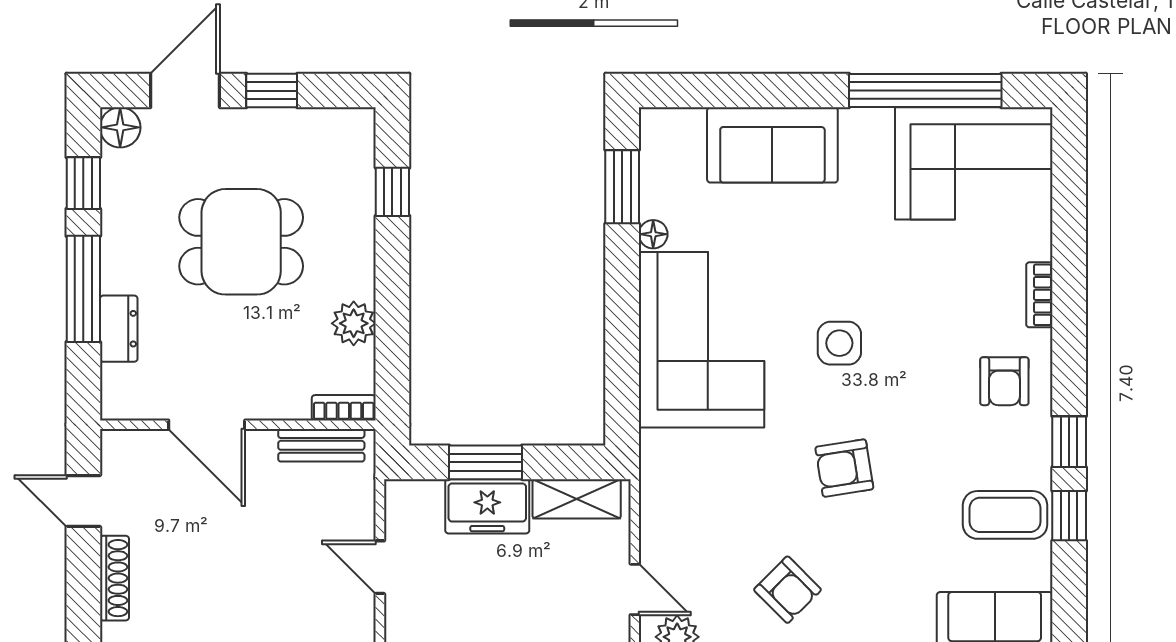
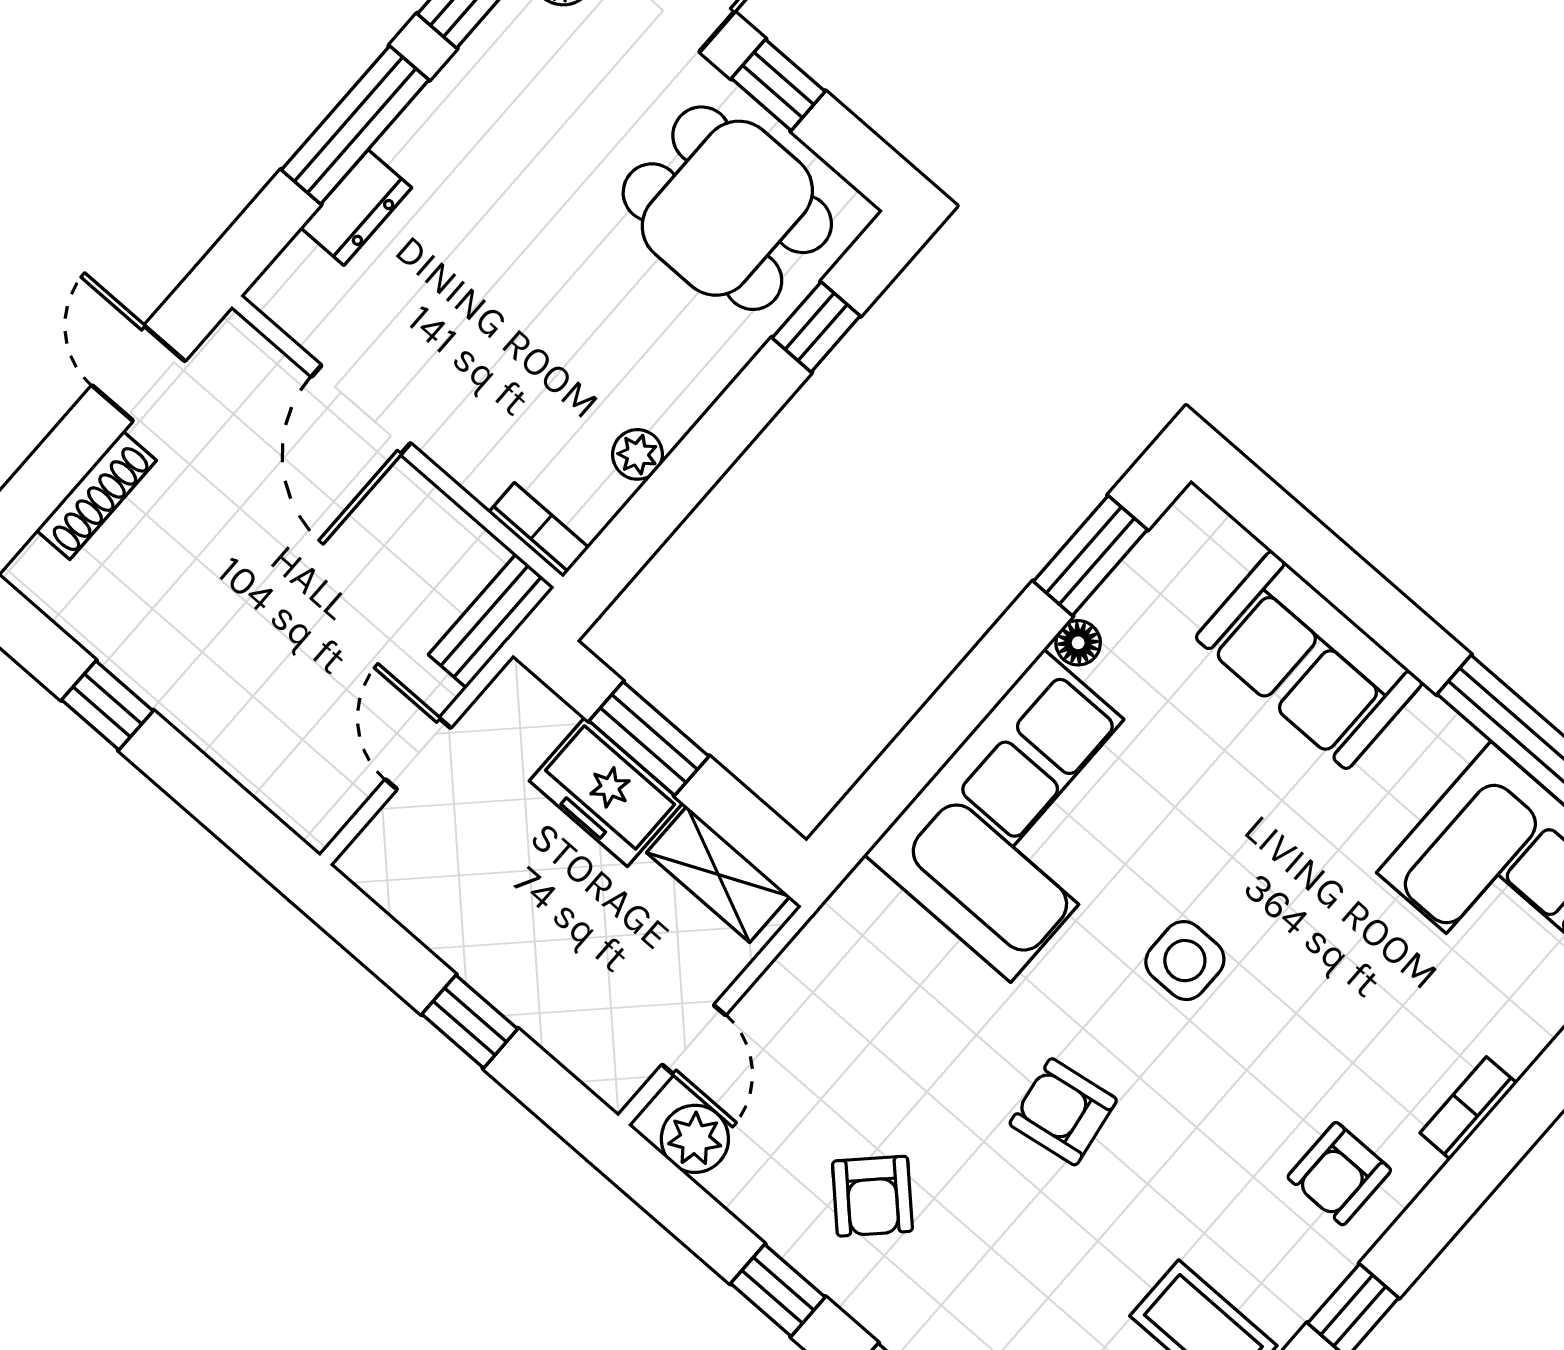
dining table: (241, 242) -> (727, 208), moved
plant: (354, 323) -> (637, 454), width x0.73, depth x0.73
bench: (321, 445) -> (491, 621), moved, turned 90

